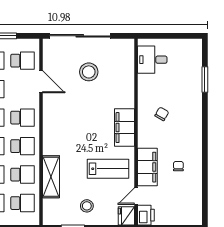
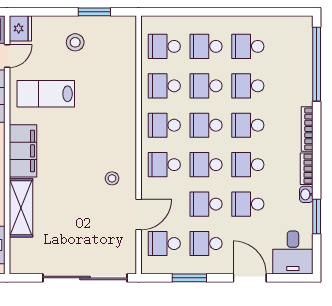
stool: (89, 72) -> (112, 178), moved, width x0.53, depth x0.53
door: (41, 82) -> (139, 214), swing flipped
shelving: (51, 177) -> (21, 208), moved

